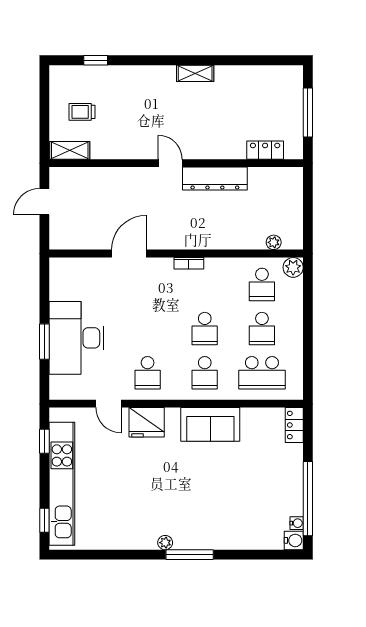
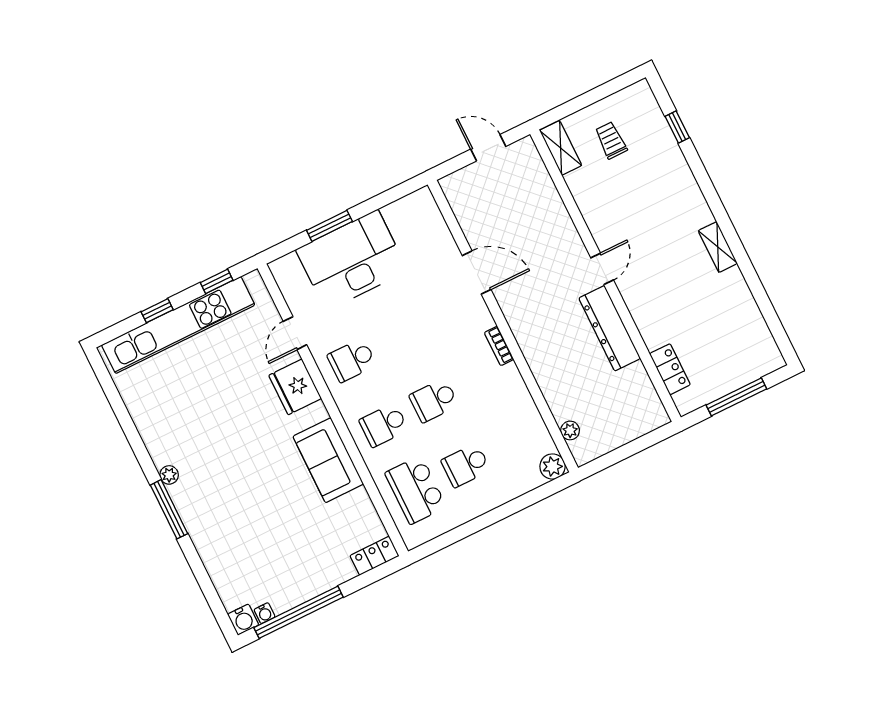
school desk: (262, 284) -> (516, 441), removed
window: (44, 520) -> (157, 311), moved

